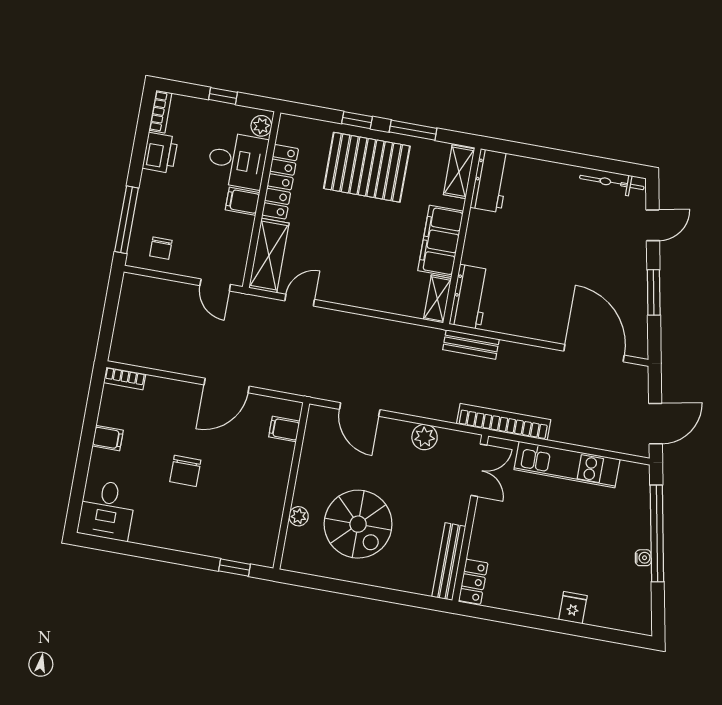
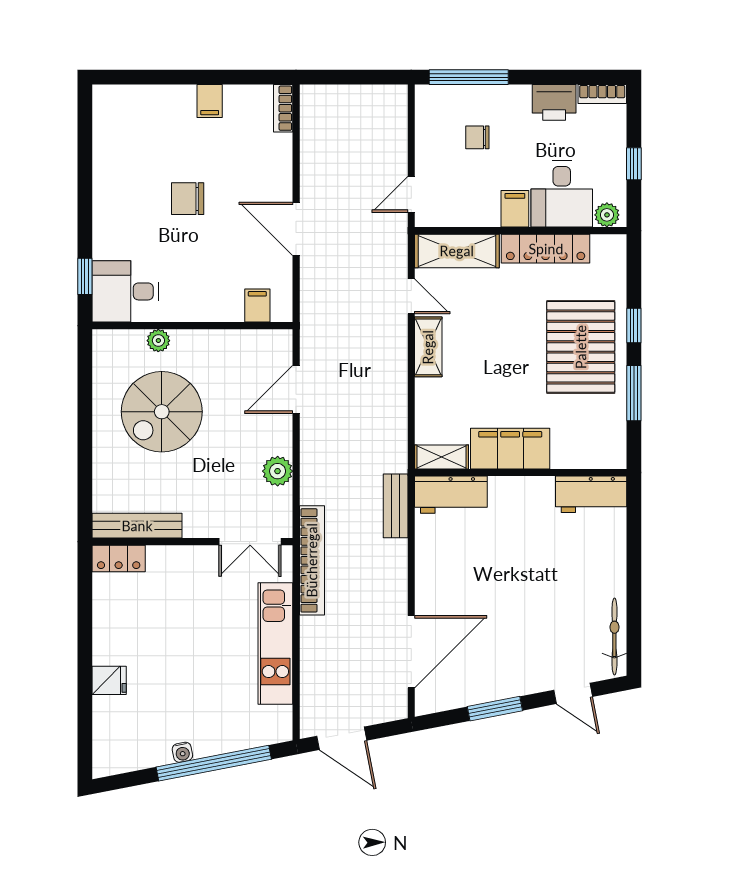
shelving: (459, 172) -> (428, 347), moved, turned 90
chair: (161, 248) -> (477, 137), moved
desk: (107, 510) -> (125, 291), moved

